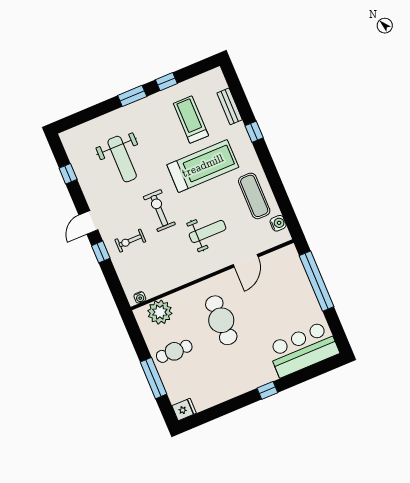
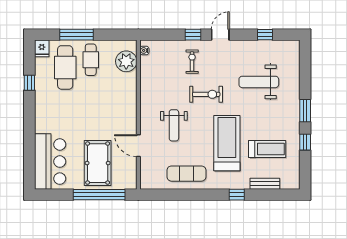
treadmill: (203, 166) -> (227, 143), turned 180
door: (88, 222) -> (220, 35), hinge flipped
water cooler: (278, 223) -> (157, 183), removed
pool table: (283, 297) -> (98, 163), added
cafe table: (221, 320) -> (65, 67), moved, turned 90
window: (267, 390) -> (29, 83), moved

